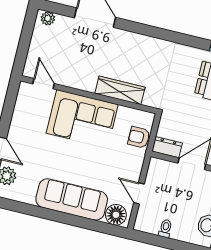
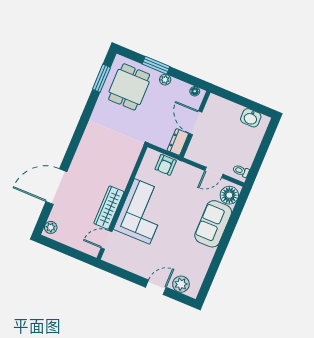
wardrobe: (120, 90) -> (109, 208), moved
sofa: (72, 199) -> (213, 224), width x0.73
toilet: (165, 229) -> (241, 171), moved

